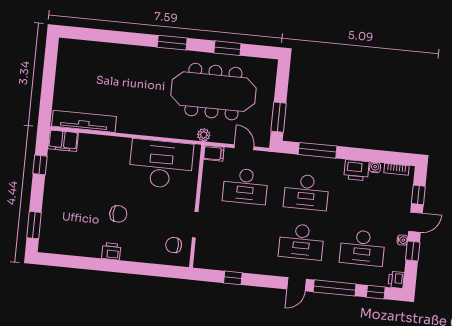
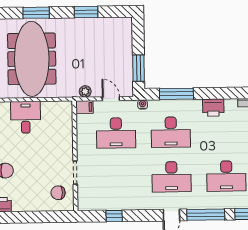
meeting table: (213, 92) -> (32, 59), moved, turned 90
plant: (204, 135) -> (85, 91), moved
desk: (161, 164) -> (26, 117), width x0.53, depth x0.77
water cooler: (375, 167) -> (143, 104), moved

